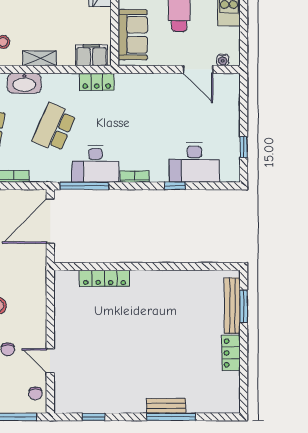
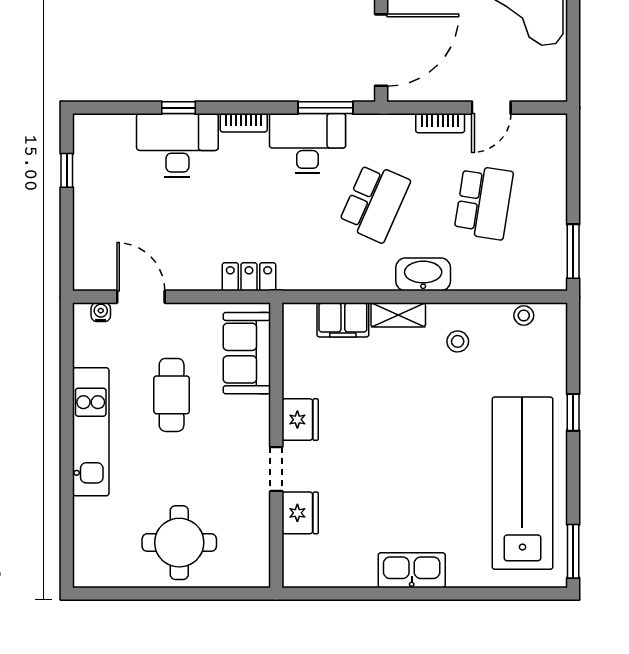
filing cabinet: (91, 55) -> (343, 320), moved
locker: (97, 82) -> (249, 277), moved
desk: (194, 163) -> (177, 145), moved
window: (84, 186) -> (326, 108), width x0.69

